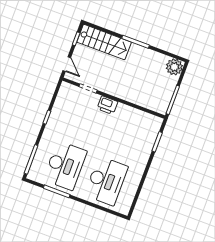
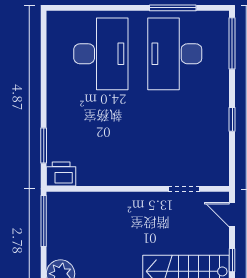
printer: (107, 105) -> (61, 174), moved
desk: (106, 181) -> (101, 54), turned 180

